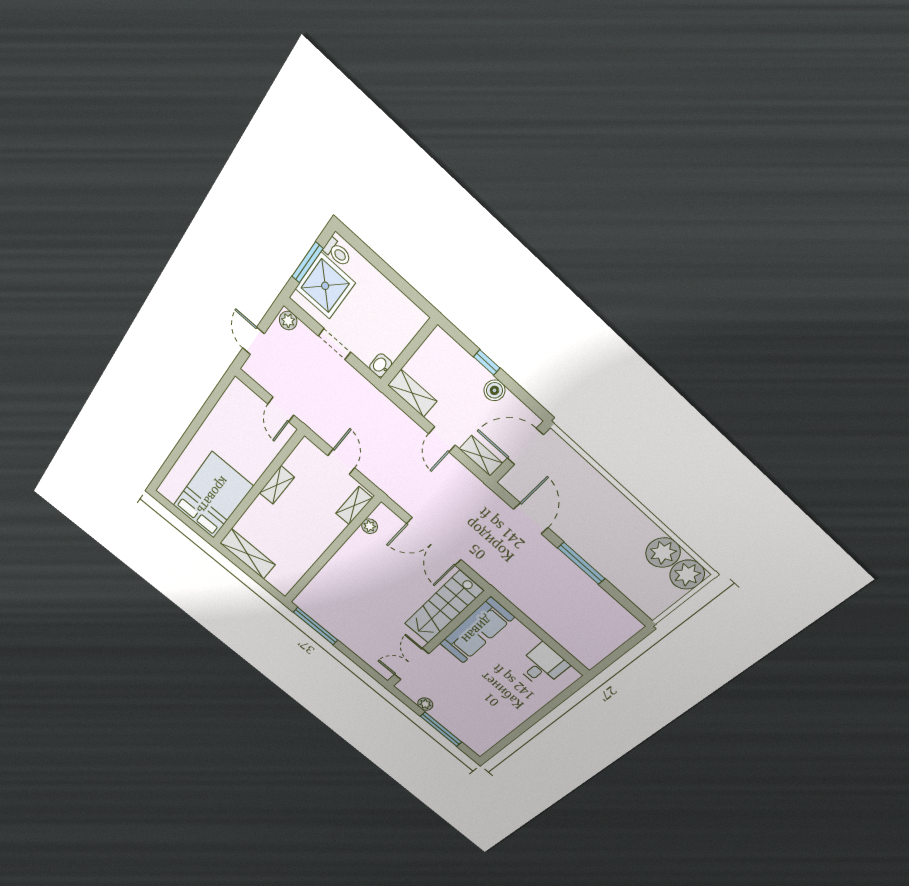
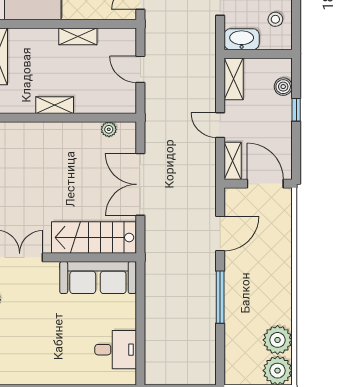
stool: (390, 308) -> (275, 19), added
washbasin: (381, 365) -> (242, 39), width x1.91, depth x1.45
boiler: (494, 390) -> (283, 87), moved
door: (442, 439) -> (220, 125), hinge flipped
door: (341, 462) -> (140, 69), swing flipped
shelving: (354, 506) -> (55, 105), moved

